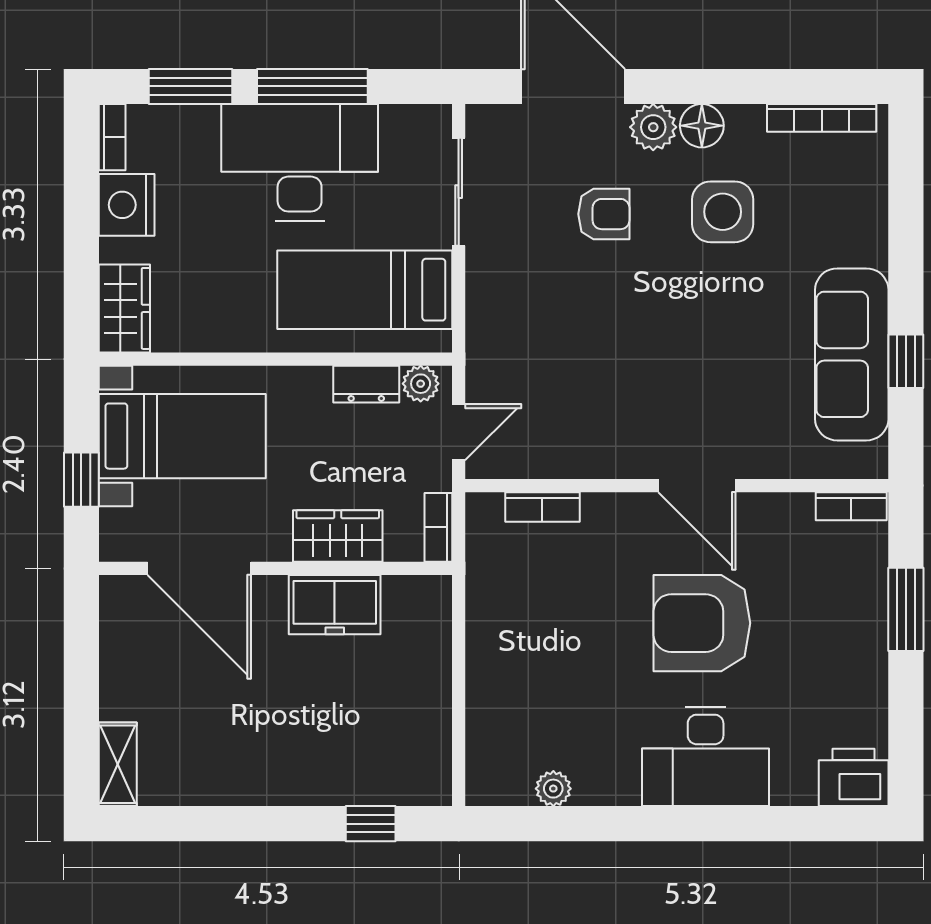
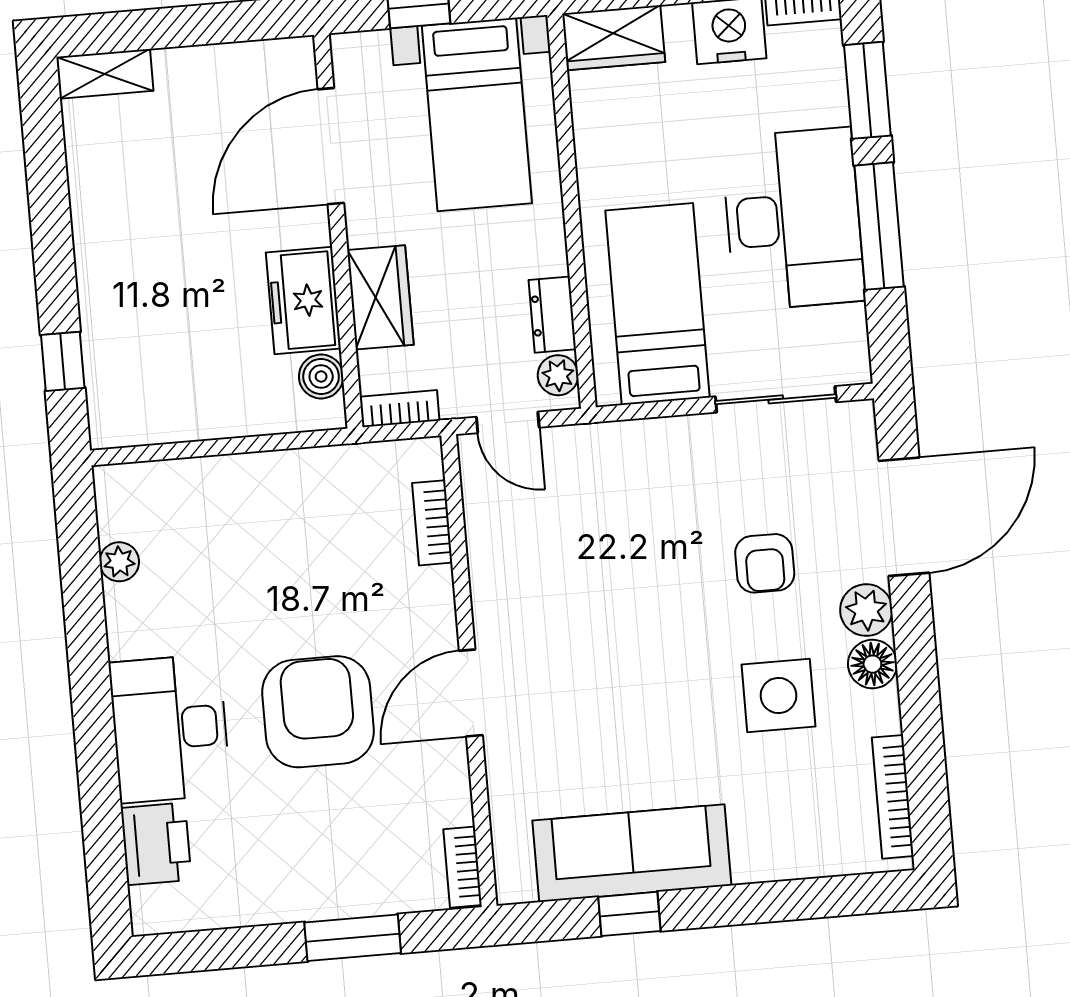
boiler: (404, 595) -> (321, 377), added
printer: (854, 777) -> (156, 844), moved

